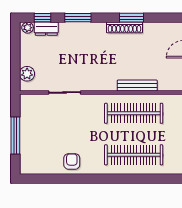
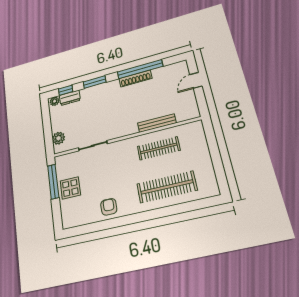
window: (132, 18) -> (140, 69), width x2.11
clothes rail: (134, 113) -> (159, 148), width x0.73, depth x0.76
display table: (34, 133) -> (70, 188), added
window: (15, 136) -> (53, 182), moved

